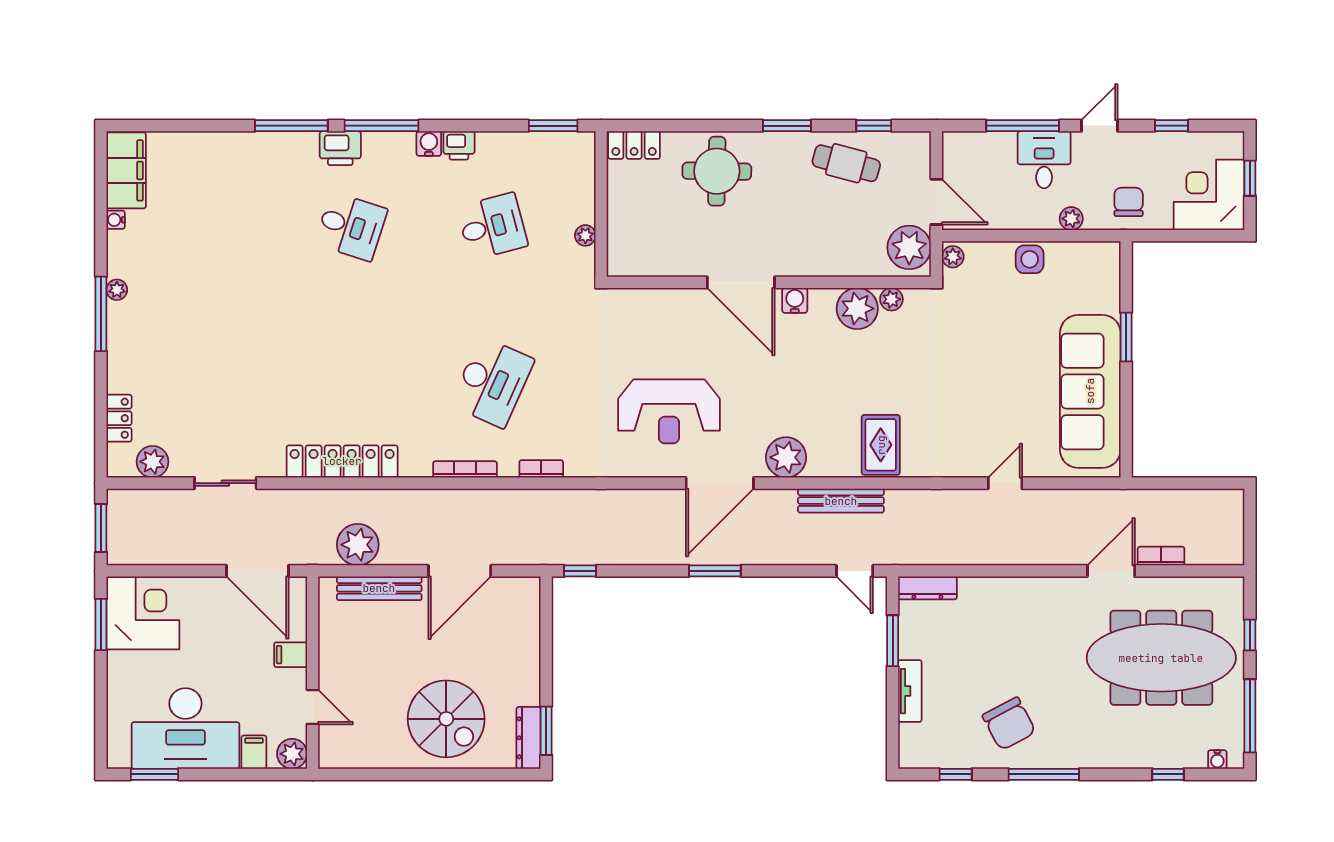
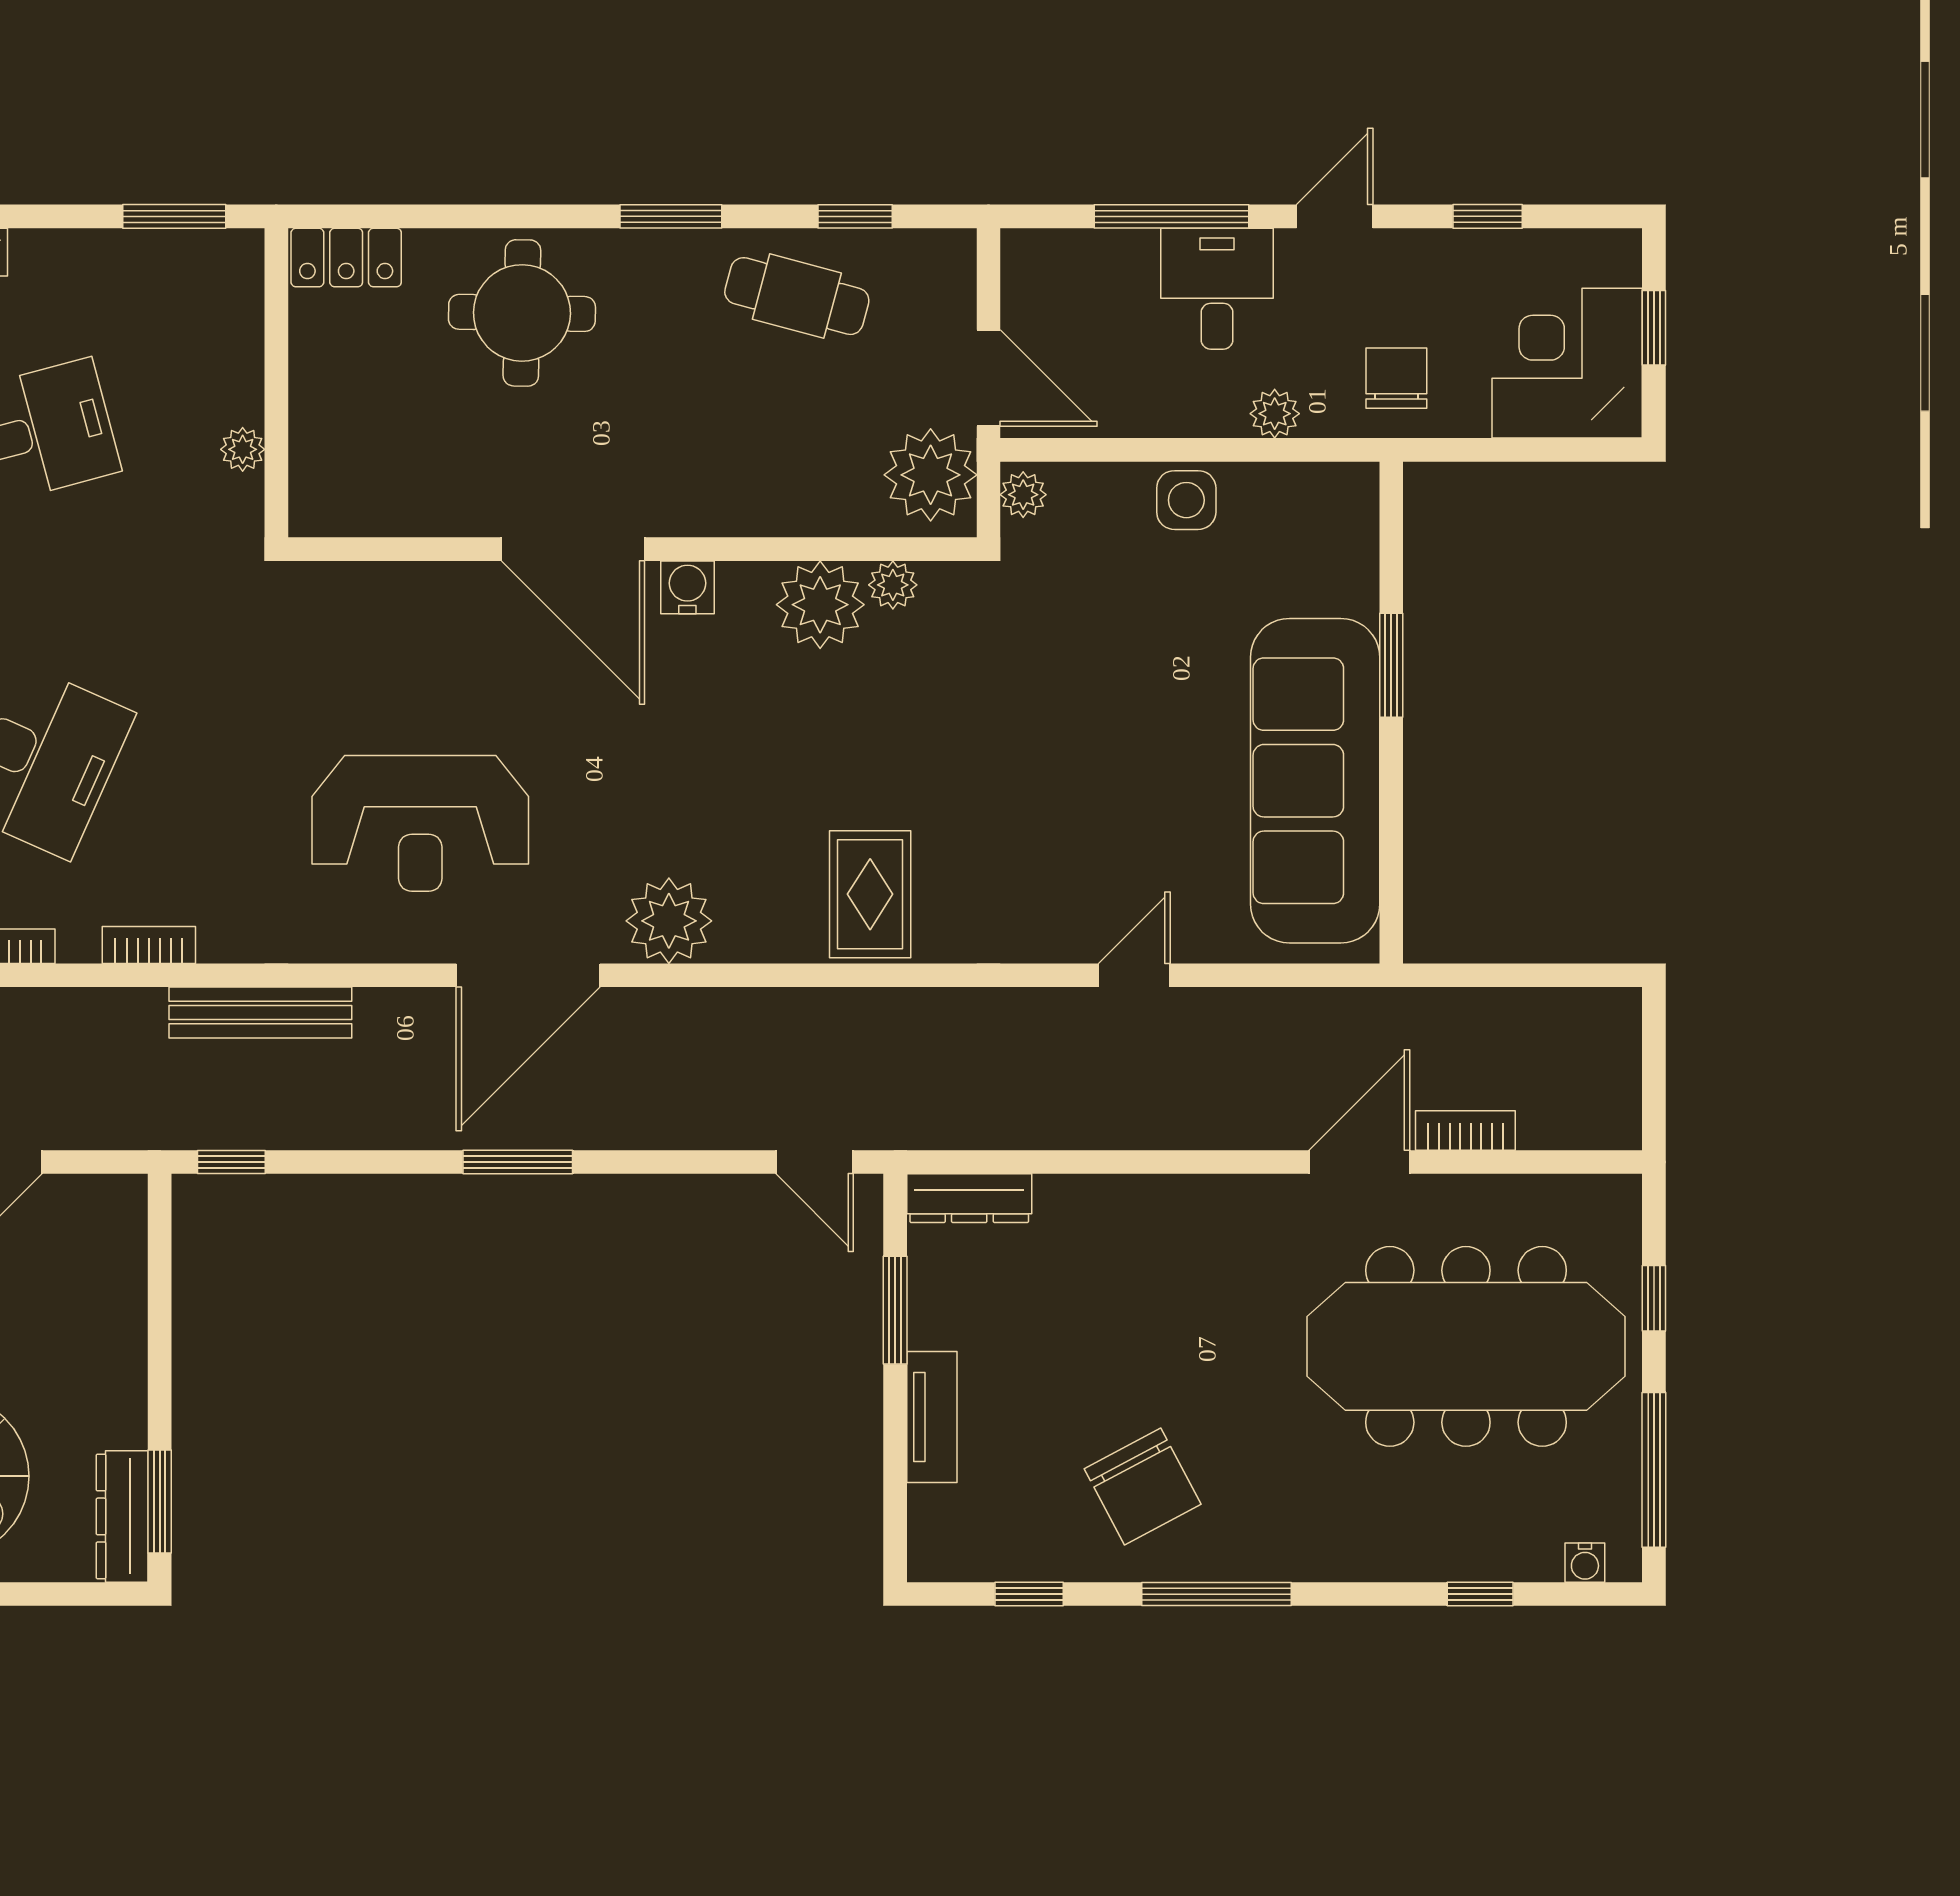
bench: (841, 501) -> (260, 1012), moved

